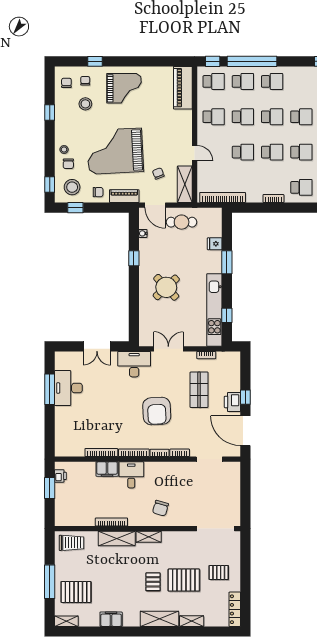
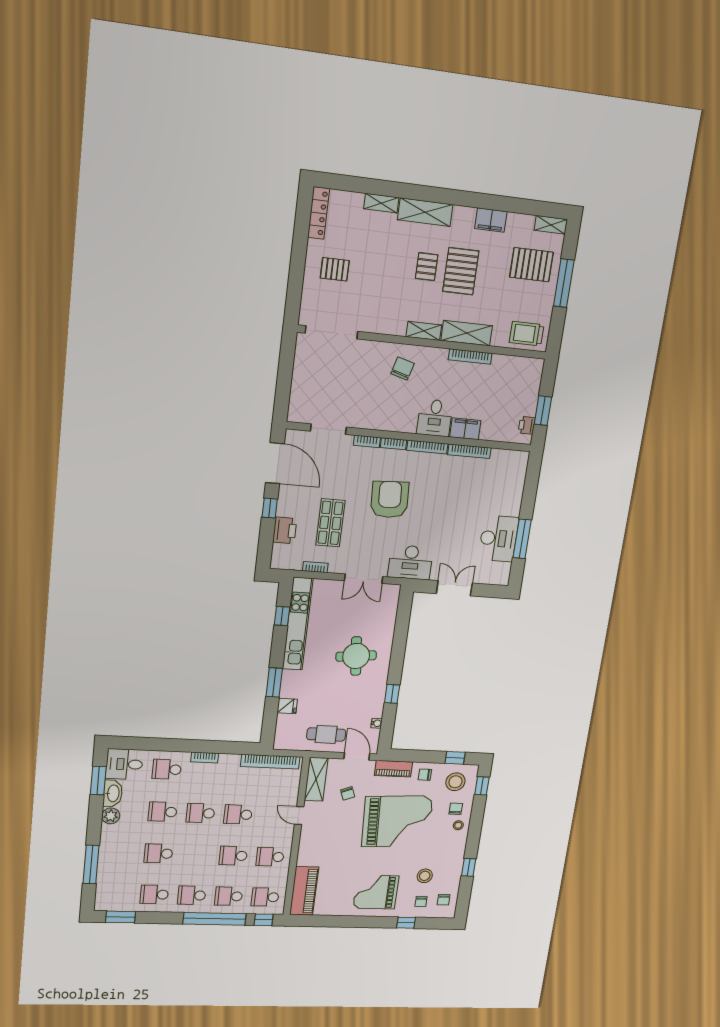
school desk: (272, 117) -> (154, 894), moved
round table: (166, 287) -> (356, 656), turned 37
printer: (232, 402) -> (285, 530), moved
pallet: (184, 580) -> (461, 271), moved, turned 90

